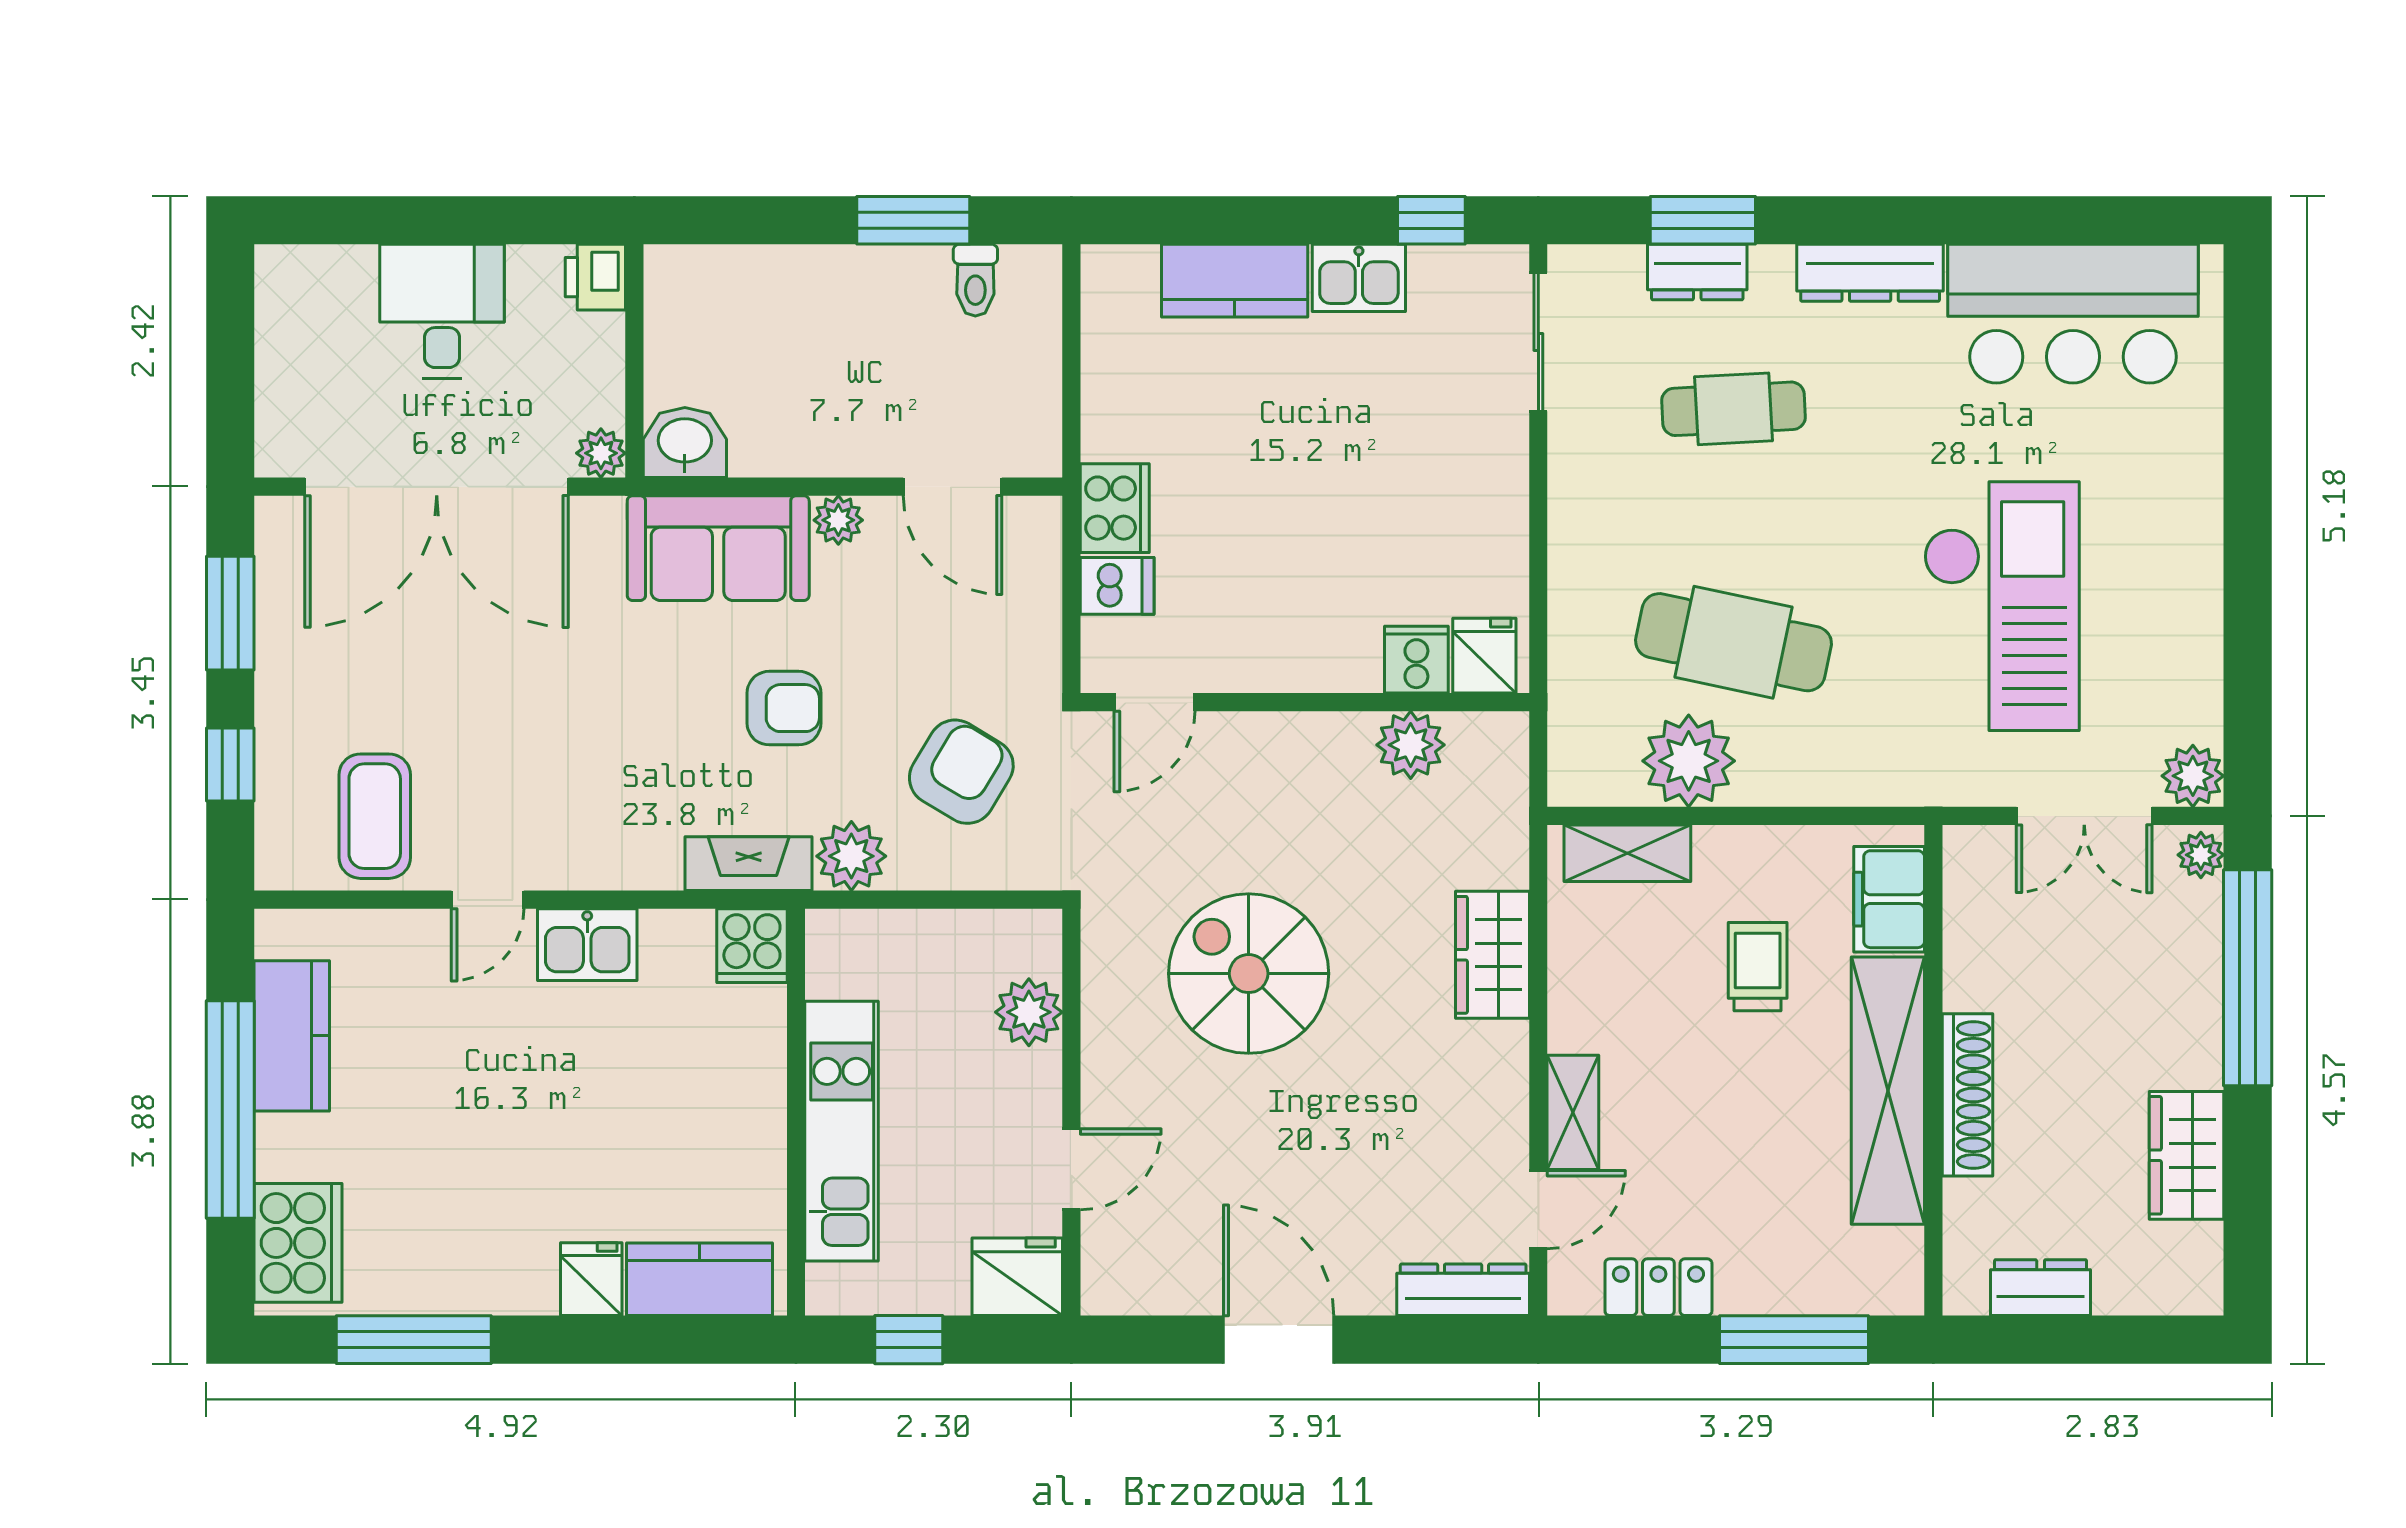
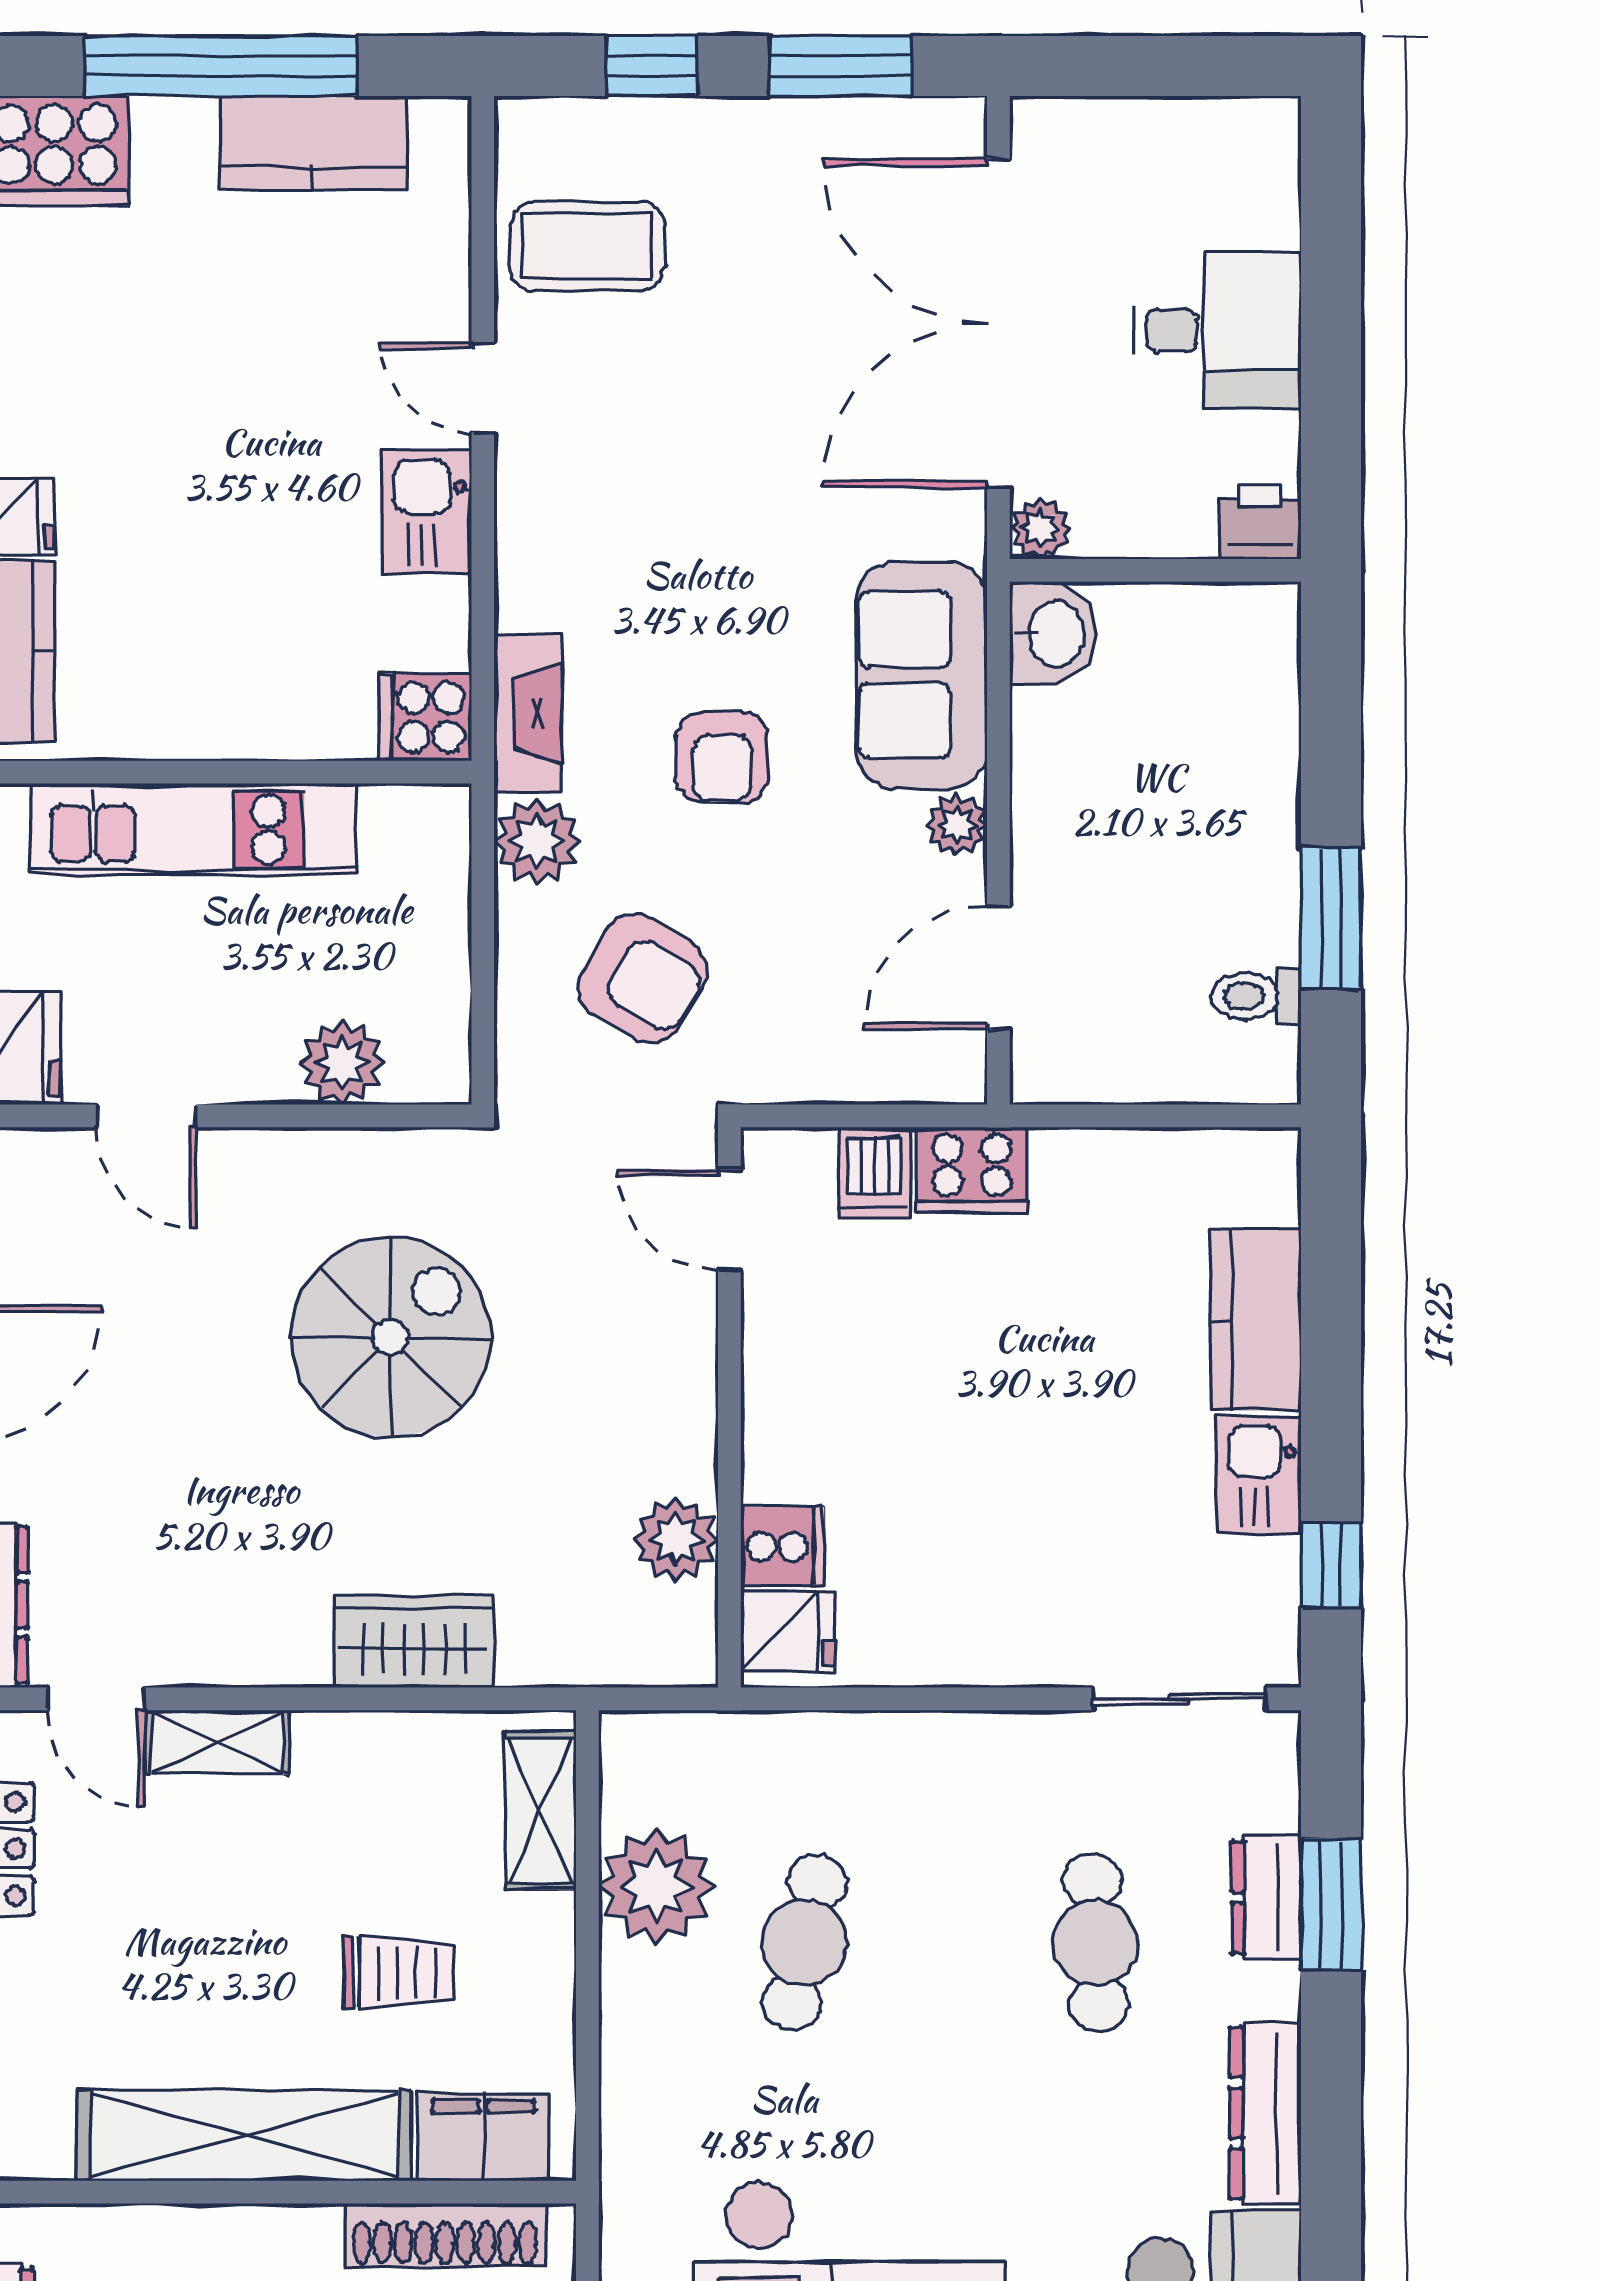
cafe table: (1734, 642) -> (804, 1943), width x0.73, depth x0.74
shoe rack: (1967, 1095) -> (445, 2235), moved

